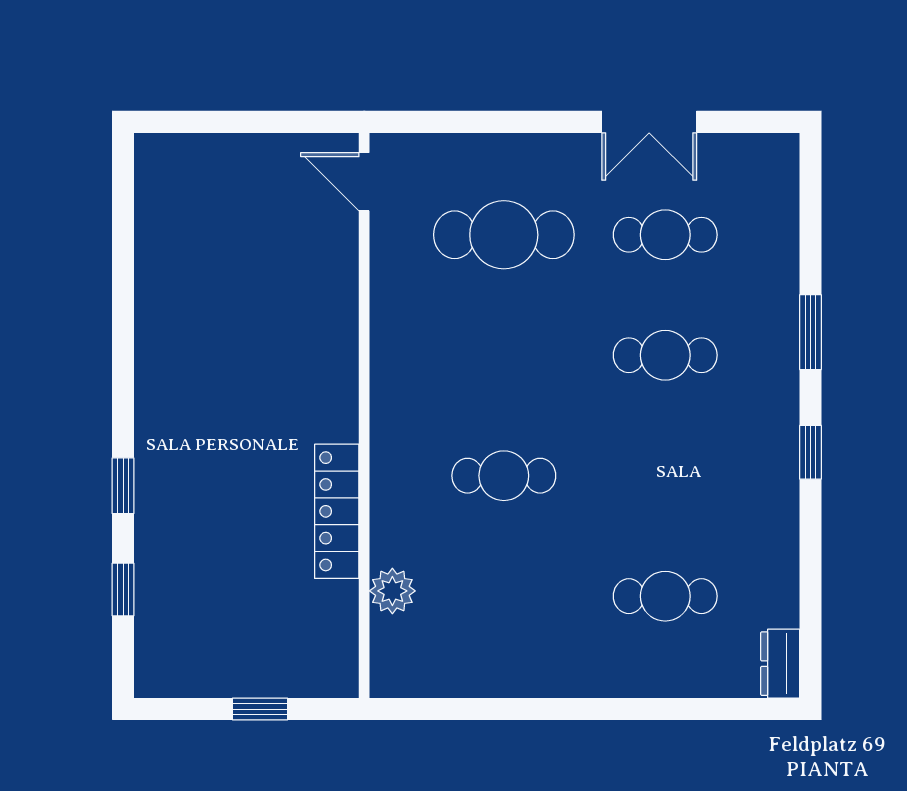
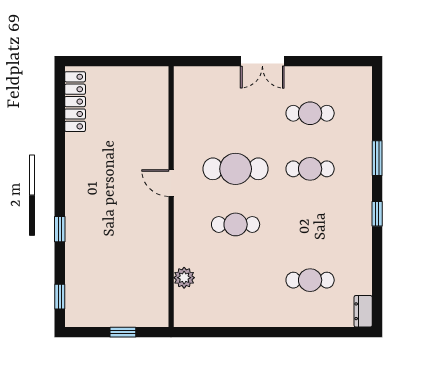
double door: (649, 122) -> (262, 61), moved
door: (364, 182) -> (171, 183), moved
cafe table: (504, 235) -> (236, 169), moved
locker: (337, 511) -> (75, 102), moved, turned 180
window: (123, 590) -> (60, 297), moved

